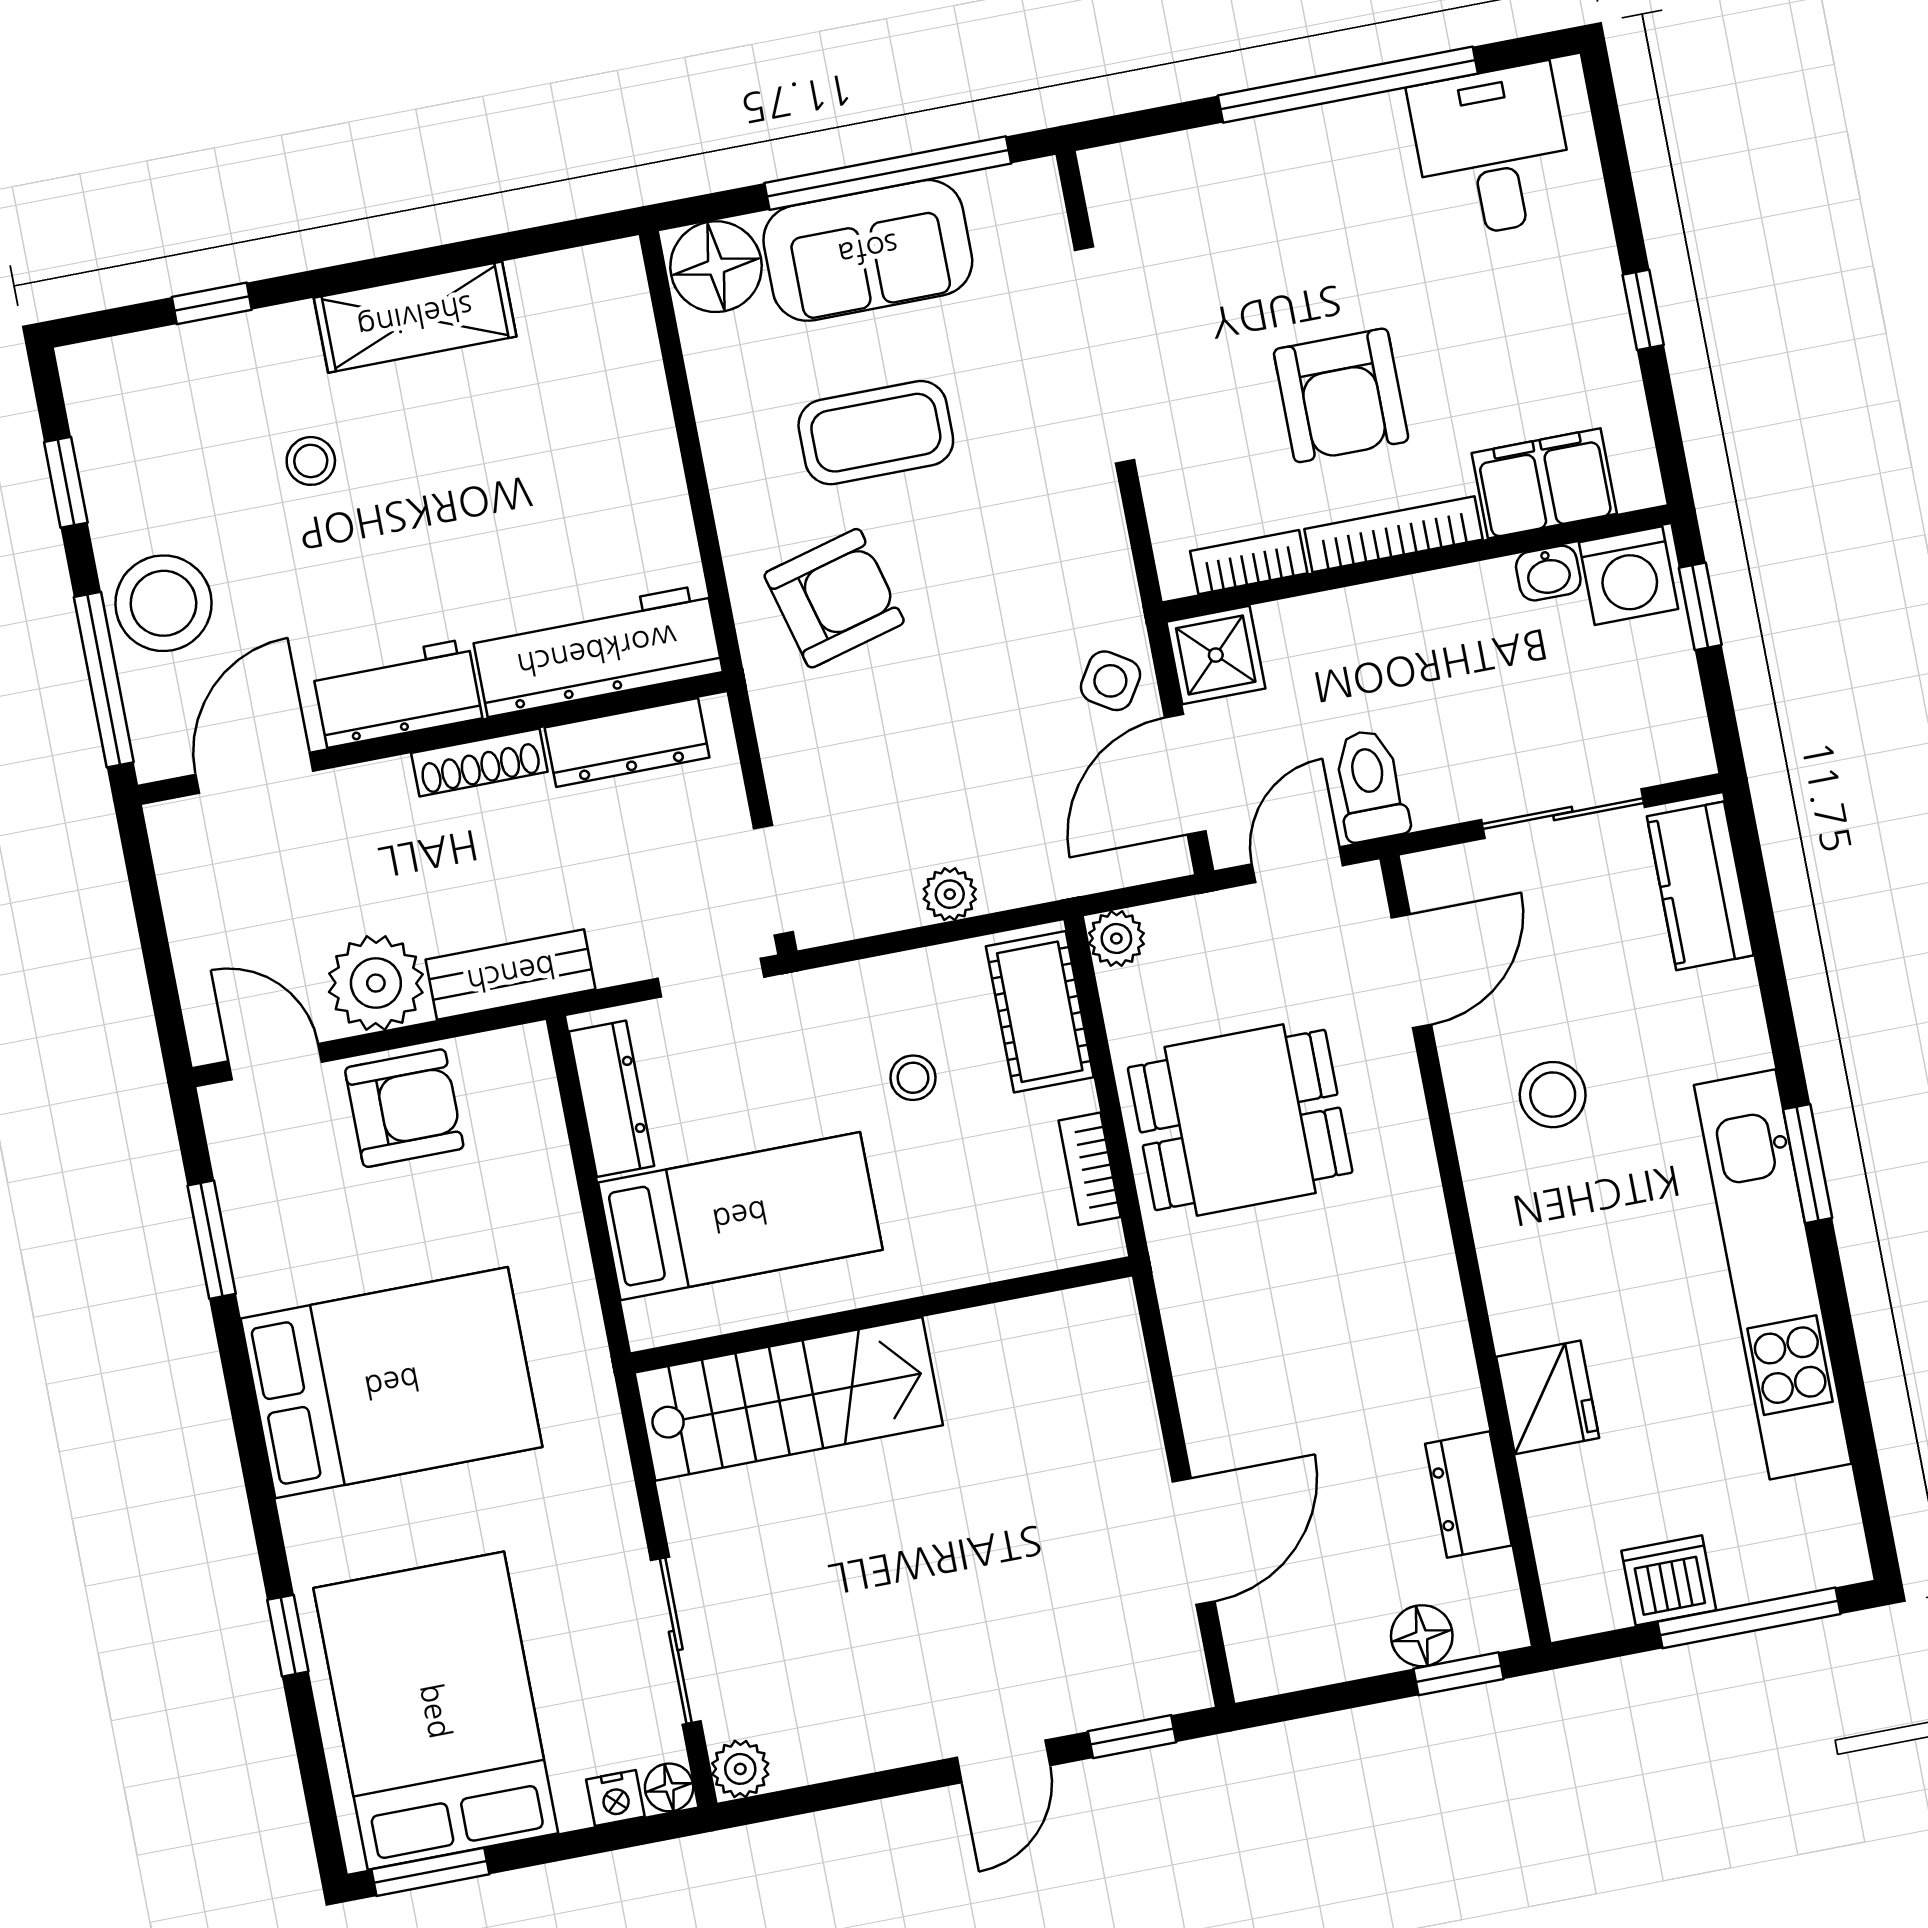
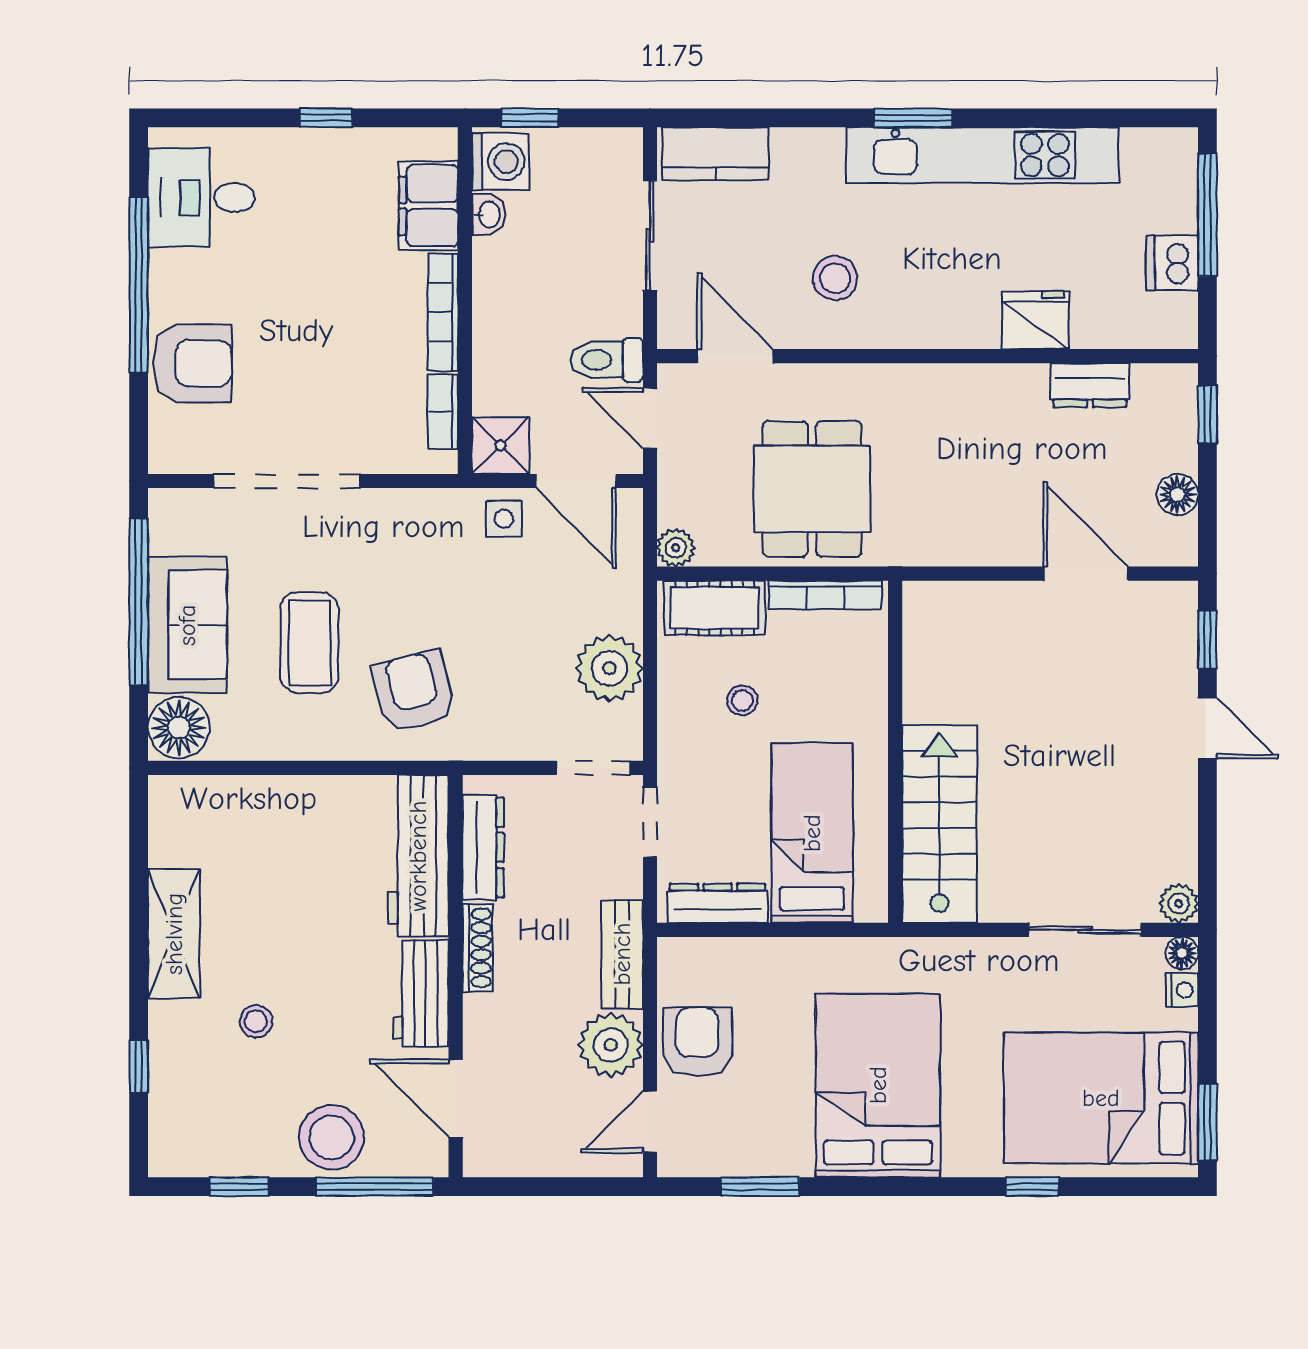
armchair: (1341, 395) -> (192, 363), moved
side table: (1110, 681) -> (504, 519), turned -32
plant: (950, 894) -> (609, 668), width x1.87, depth x1.87
bookcase: (1090, 1169) -> (825, 595), width x1.56
floor lamp: (1422, 1636) -> (1177, 494), moved

